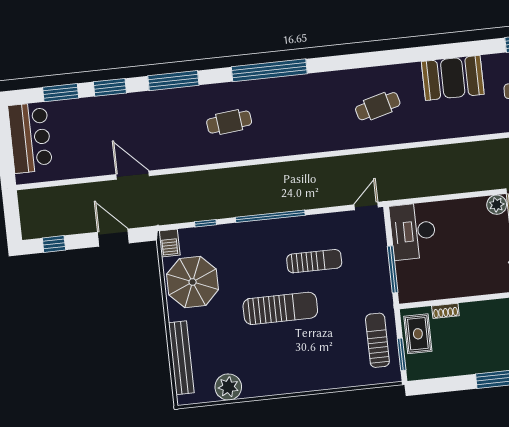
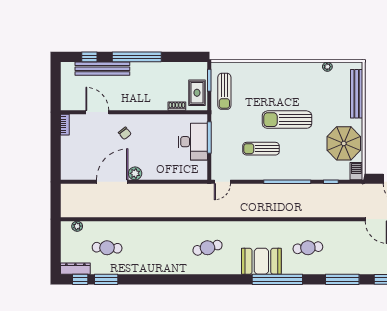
booth: (453, 78) -> (261, 261), moved
desk: (413, 231) -> (193, 142), moved
plant: (228, 387) -> (327, 67), width x0.53, depth x0.53

